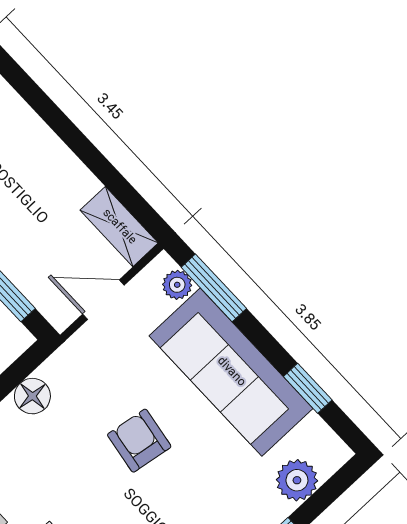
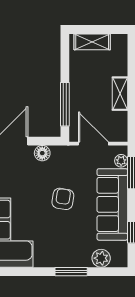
shelving: (119, 227) -> (120, 94), moved
door: (103, 300) -> (93, 144), width x1.38

